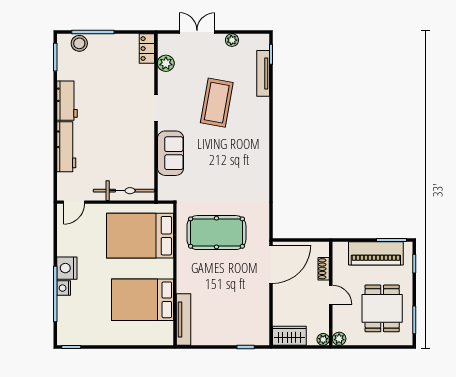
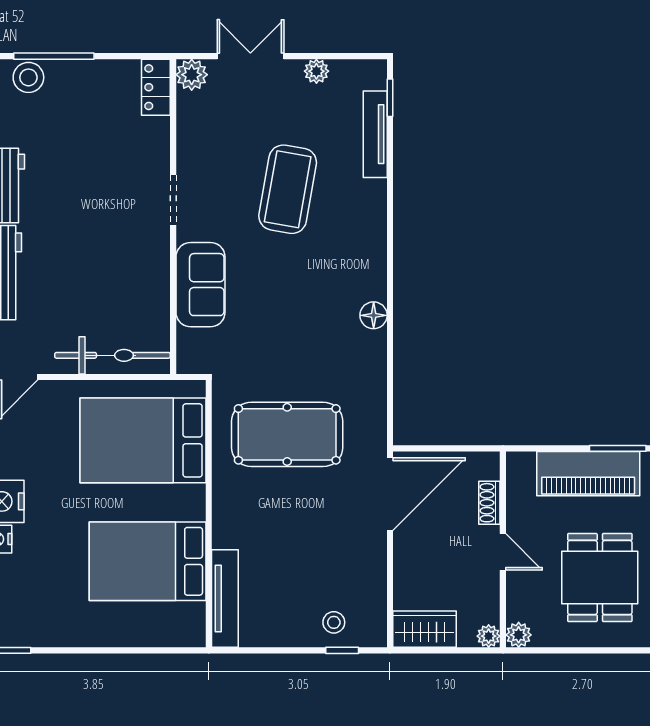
plant: (166, 63) -> (192, 75), moved
floor lamp: (262, 169) -> (374, 315), added
stool: (241, 332) -> (334, 622), added

